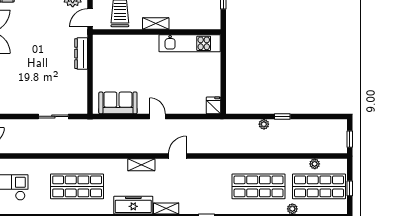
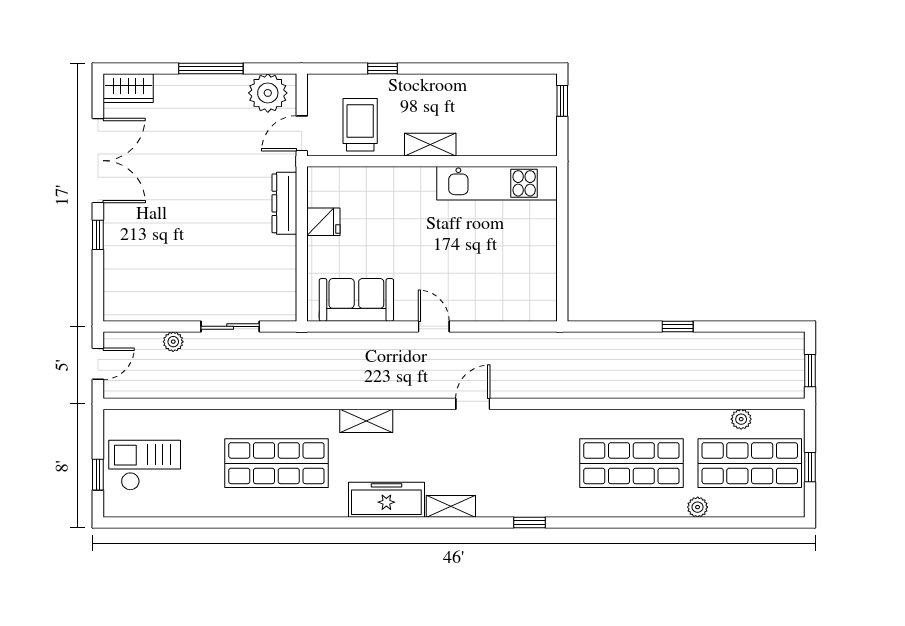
fridge: (213, 105) -> (323, 222), moved, turned 90
plant: (264, 124) -> (173, 342), moved
shelving: (141, 165) -> (366, 421), moved

